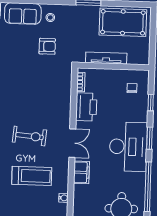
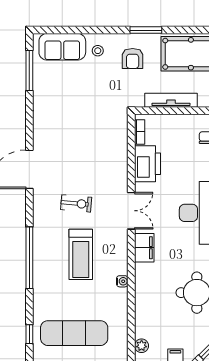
armchair: (47, 46) -> (133, 58), moved, turned 90
exercise bike: (30, 136) -> (76, 203), width x0.73, depth x0.72
treadmill: (32, 176) -> (81, 254), turned 90

